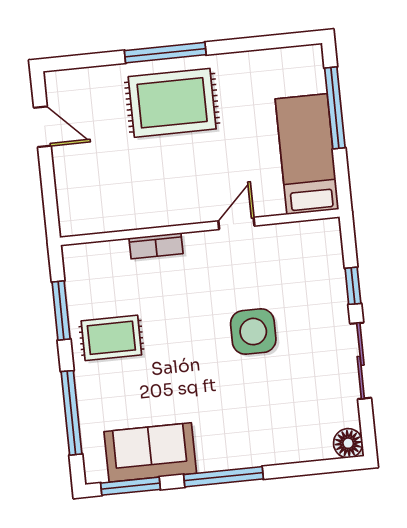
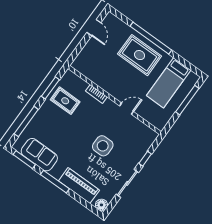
window: (165, 53) -> (151, 38), width x1.46
bed: (307, 154) -> (169, 83), moved, turned 180
rug: (111, 338) -> (65, 101), moved
piano: (275, 444) -> (79, 186), added

